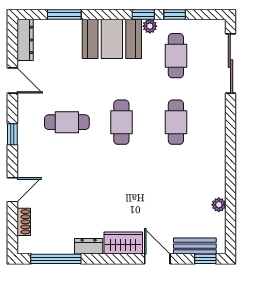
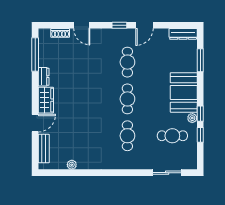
sliding door: (230, 63) -> (167, 173), width x0.73
door: (12, 81) -> (145, 25), moved
cafe table: (121, 122) -> (127, 99), turned 90
cafe table: (176, 122) -> (127, 136), turned 90
window: (205, 259) -> (35, 156), removed

